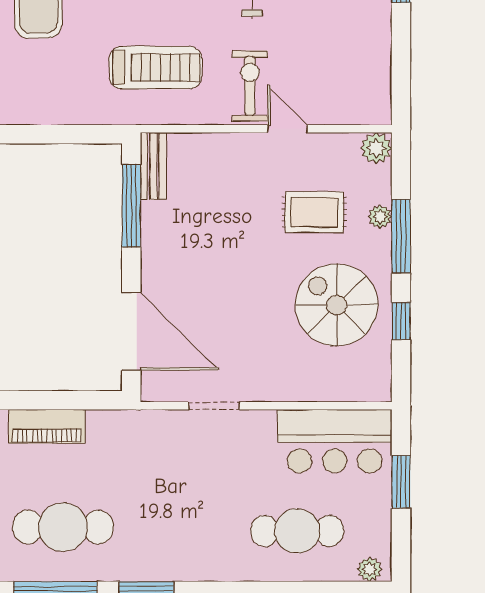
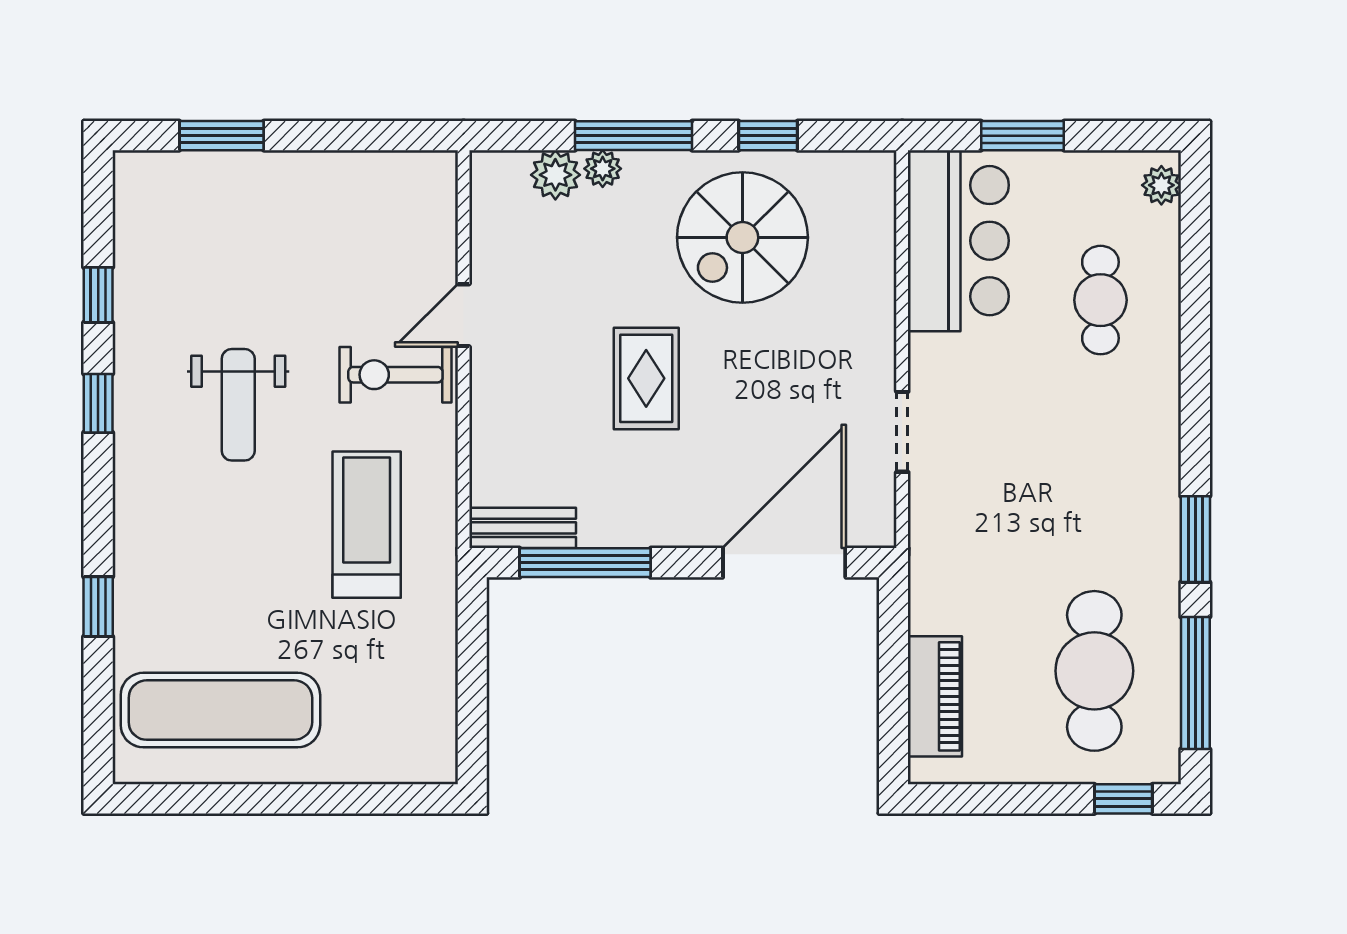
plant: (376, 148) -> (555, 175), moved
rug: (314, 212) -> (646, 378), moved
cafe table: (297, 531) -> (1100, 300), width x0.73, depth x0.74

